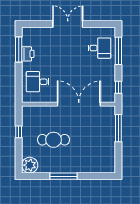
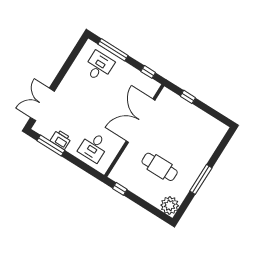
double door: (68, 24) -> (42, 104), moved
window: (118, 128) -> (188, 97), width x0.46
window: (19, 132) -> (120, 189), moved
cafe table: (54, 140) -> (160, 167), turned 90

